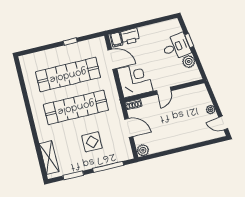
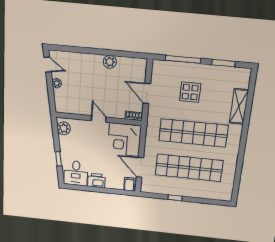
printer: (130, 36) -> (96, 181), moved
desk: (176, 47) -> (76, 173), moved, turned -81
plant: (189, 62) -> (64, 128), moved
door: (164, 91) -> (99, 119), hinge flipped
plant: (143, 150) -> (110, 62), moved
shelving: (49, 158) -> (239, 106), moved

